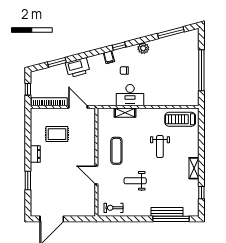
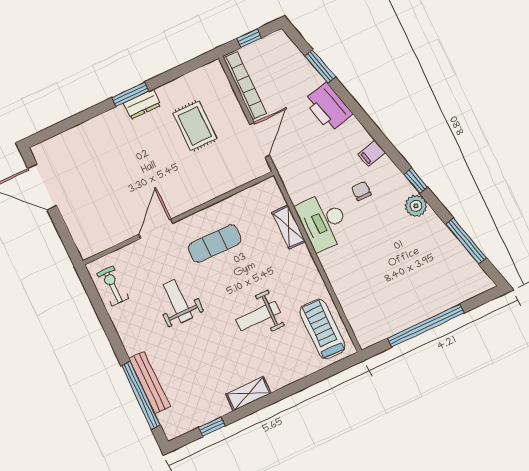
window: (119, 46) -> (416, 181), moved
window: (28, 181) -> (130, 94), moved

